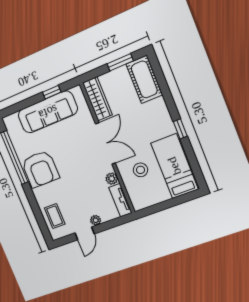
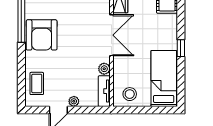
stool: (140, 170) -> (130, 94), moved

